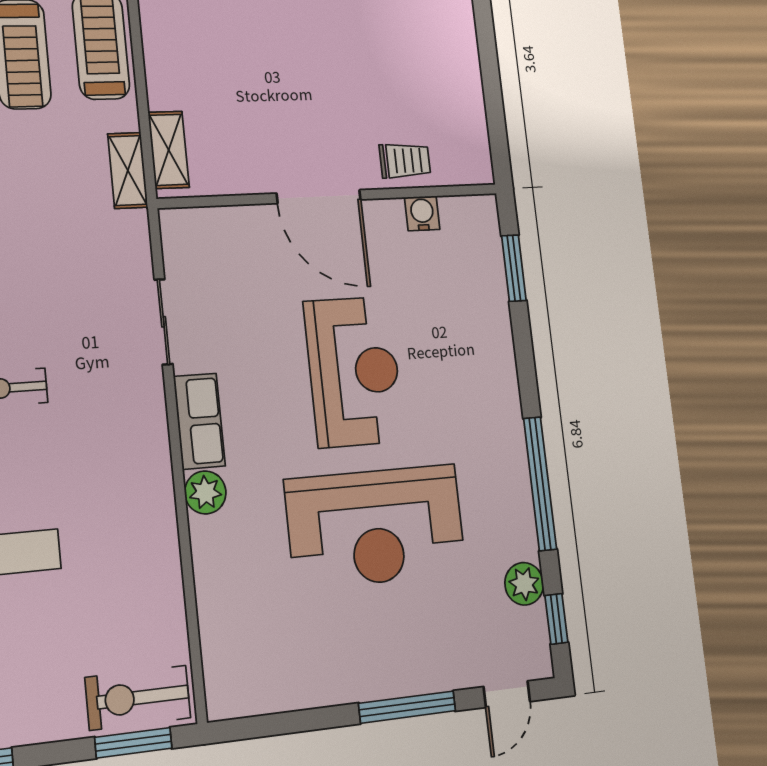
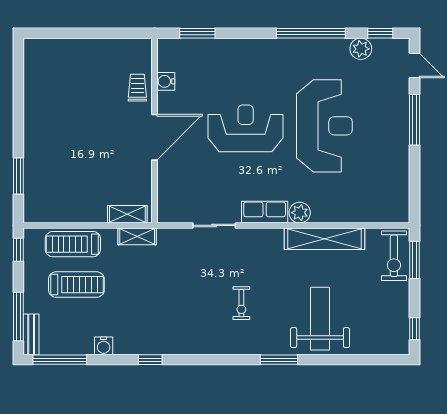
shelving: (159, 548) -> (325, 239), added

